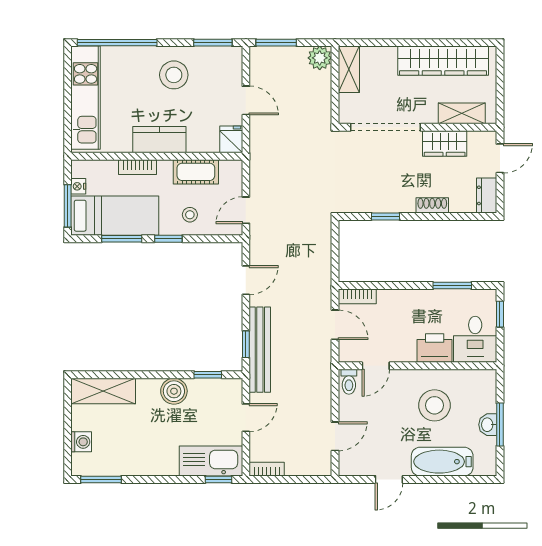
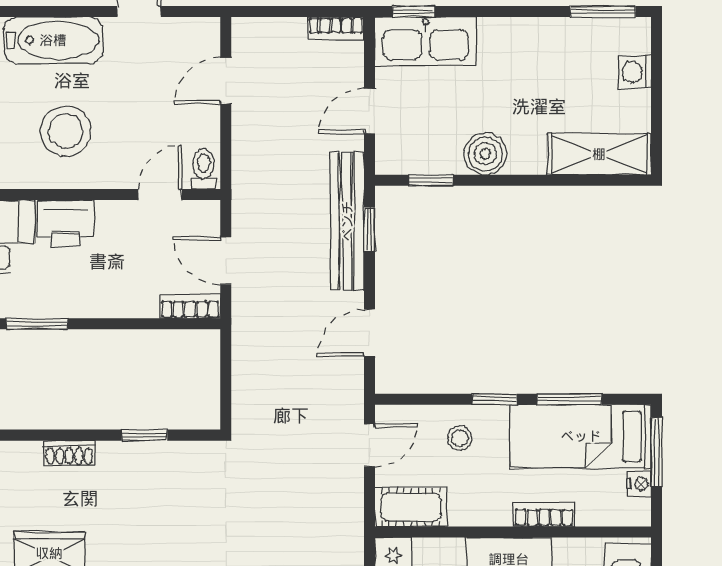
cot: (196, 172) -> (411, 507), moved

